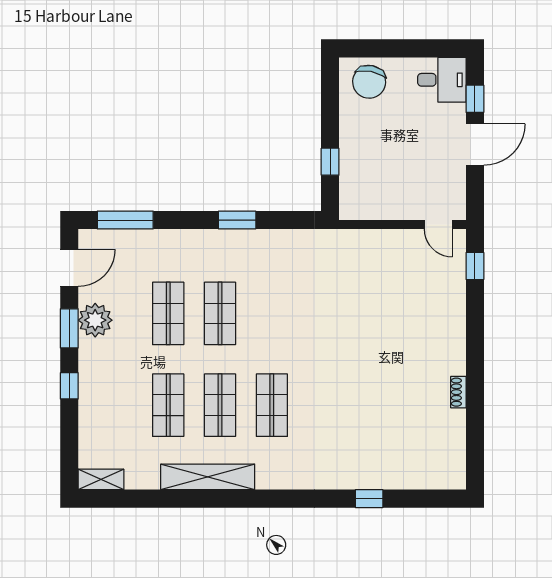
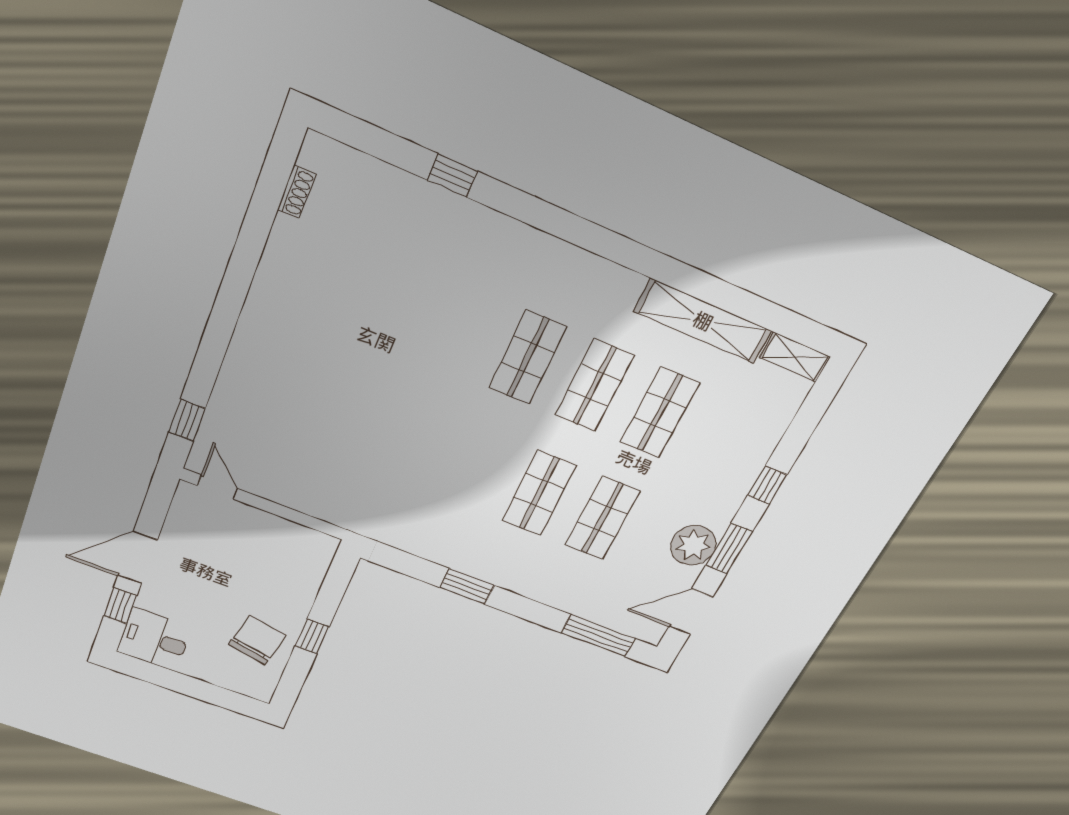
chair: (369, 82) -> (257, 640), moved
window: (330, 162) -> (312, 636), moved
shoe rack: (458, 392) -> (297, 192), moved
shelving: (208, 477) -> (703, 321), moved

